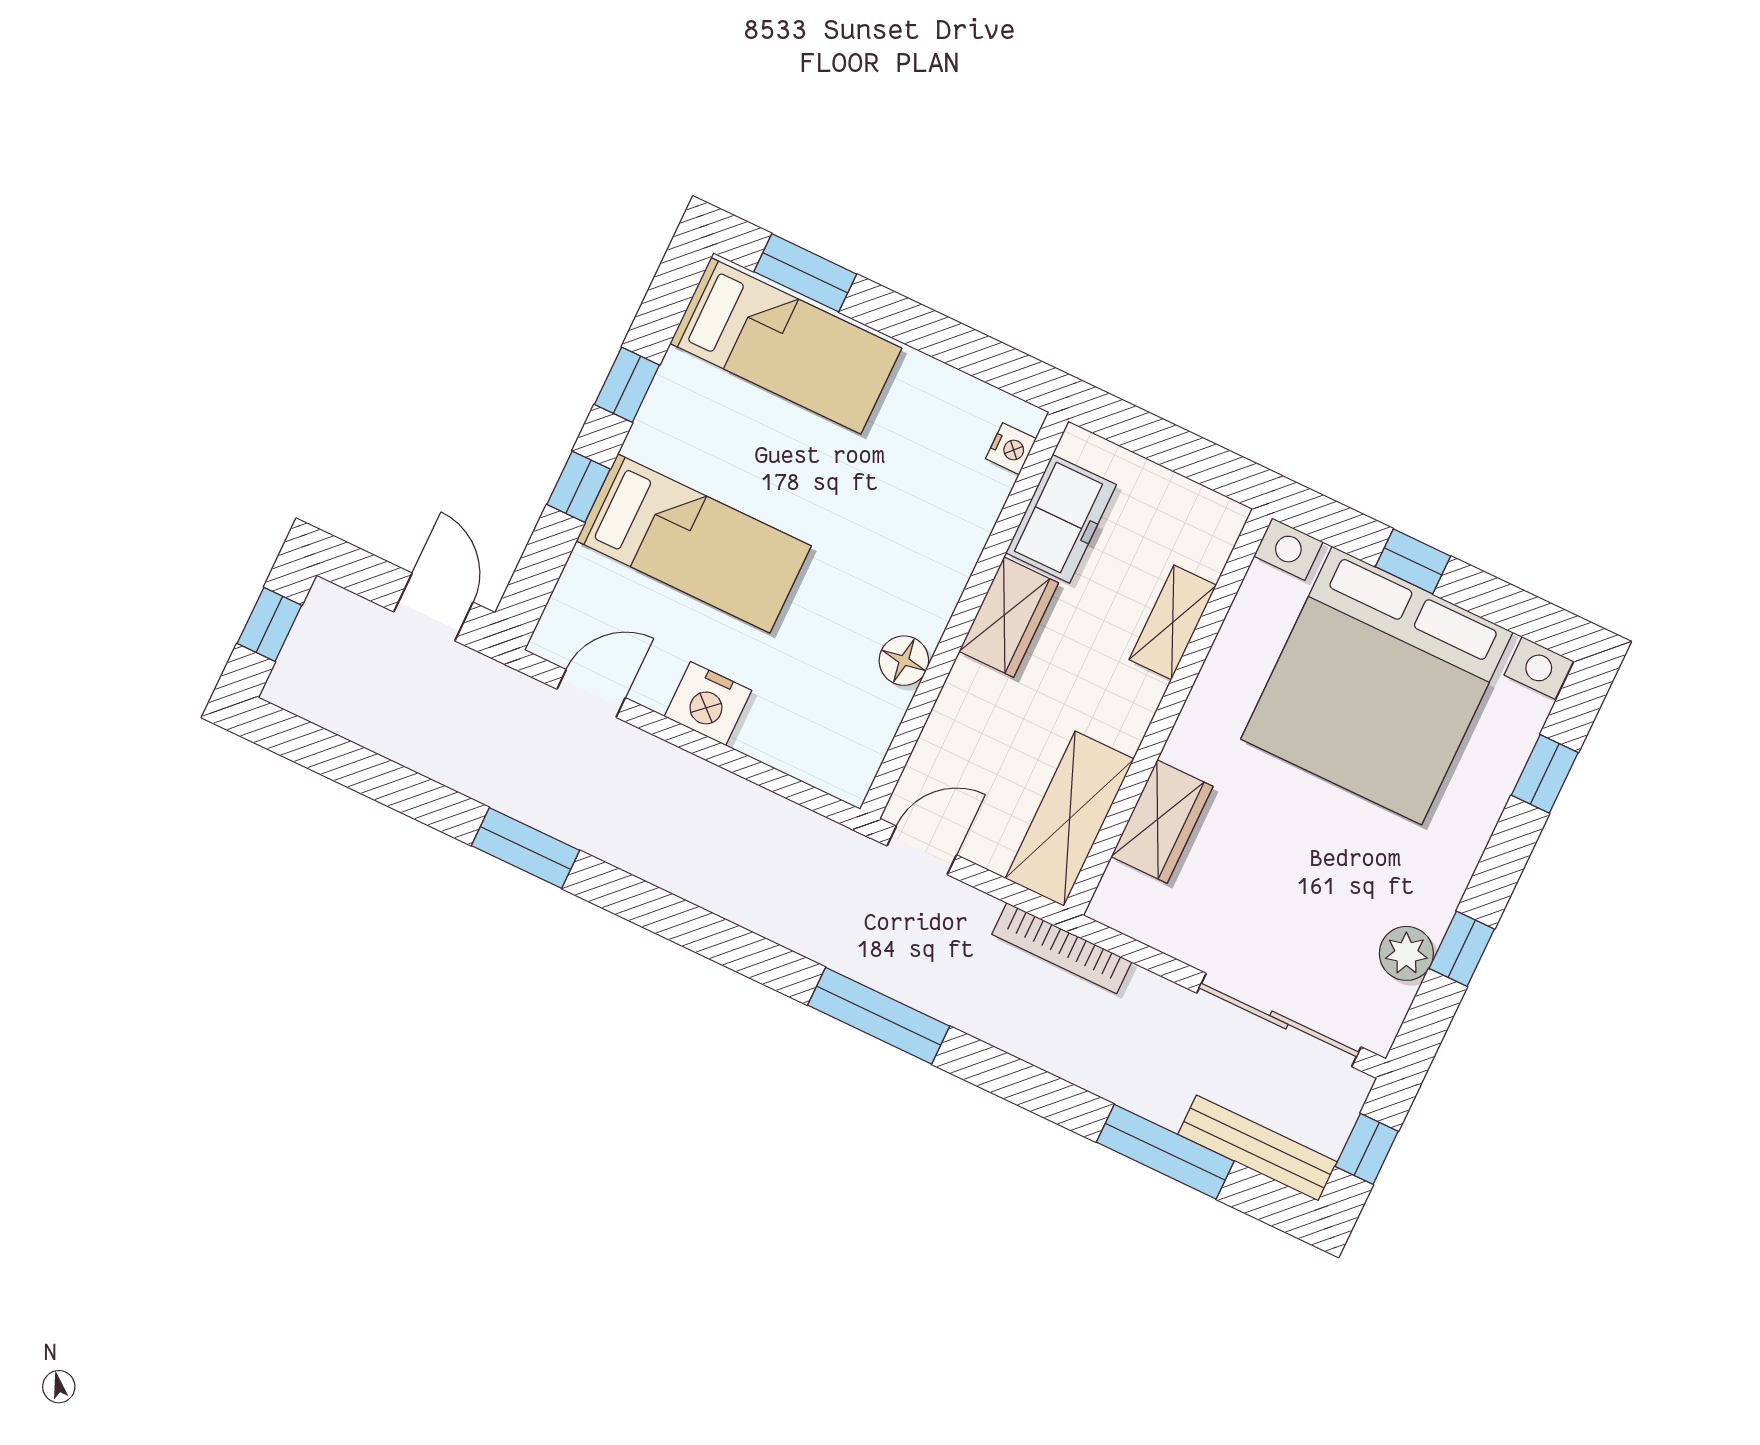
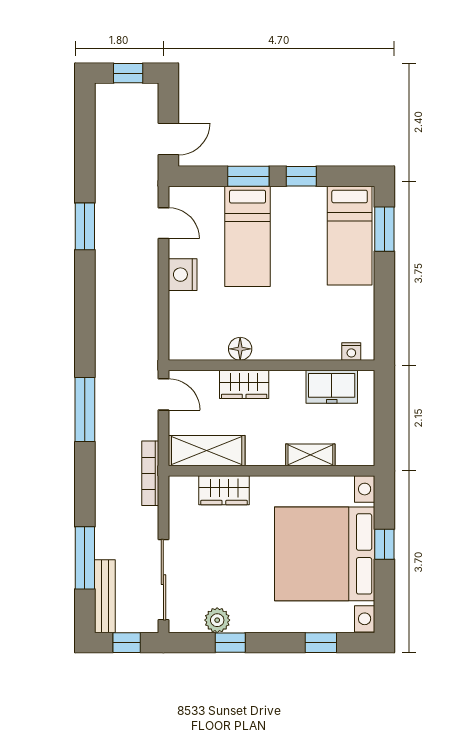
window: (579, 487) -> (248, 176), width x1.50
wardrobe: (1009, 617) -> (244, 384), moved

